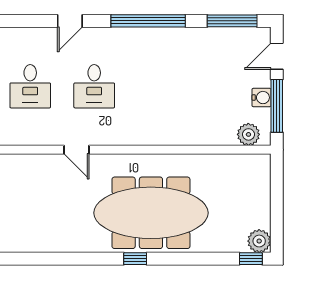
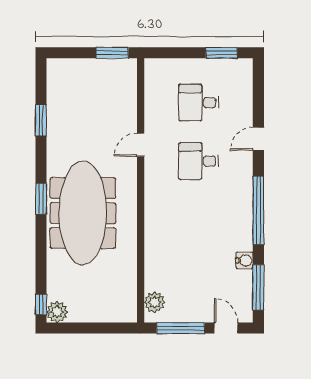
door: (70, 21) -> (258, 139), hinge flipped
water cooler: (261, 98) -> (244, 260), moved, turned -90
window: (50, 259) -> (41, 121), added
window: (135, 259) -> (41, 199), width x1.50

